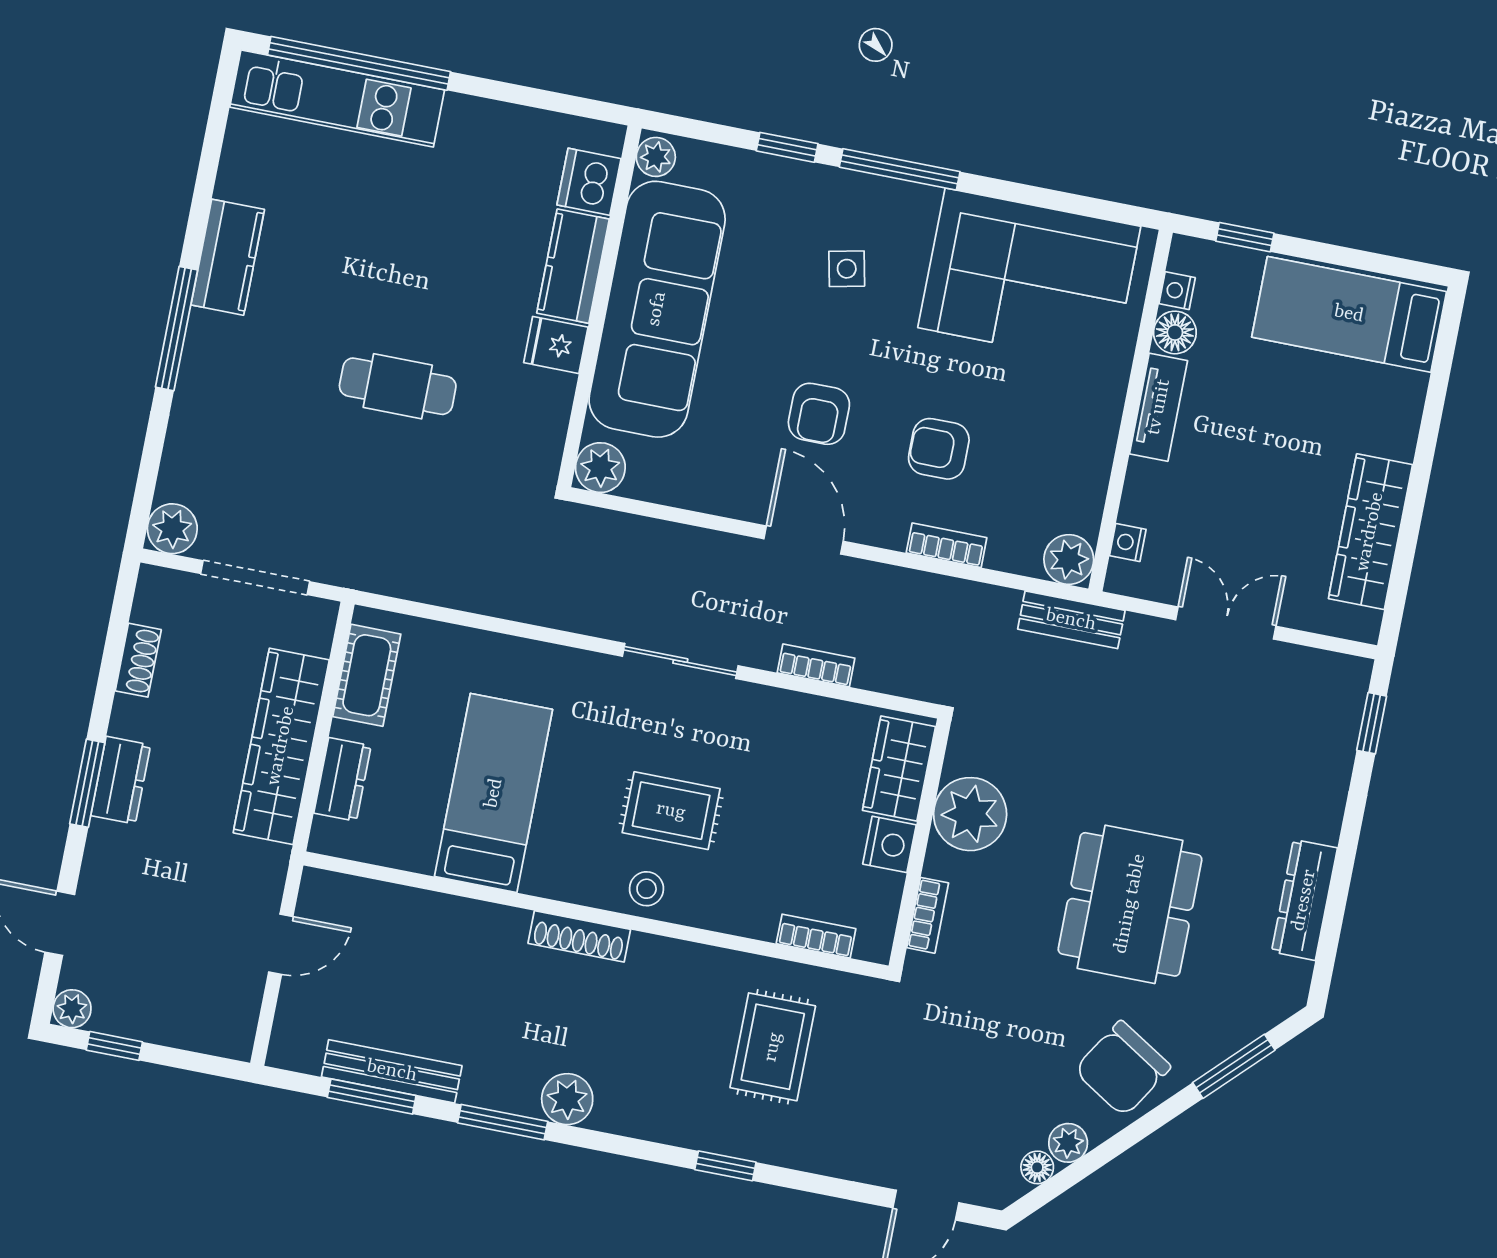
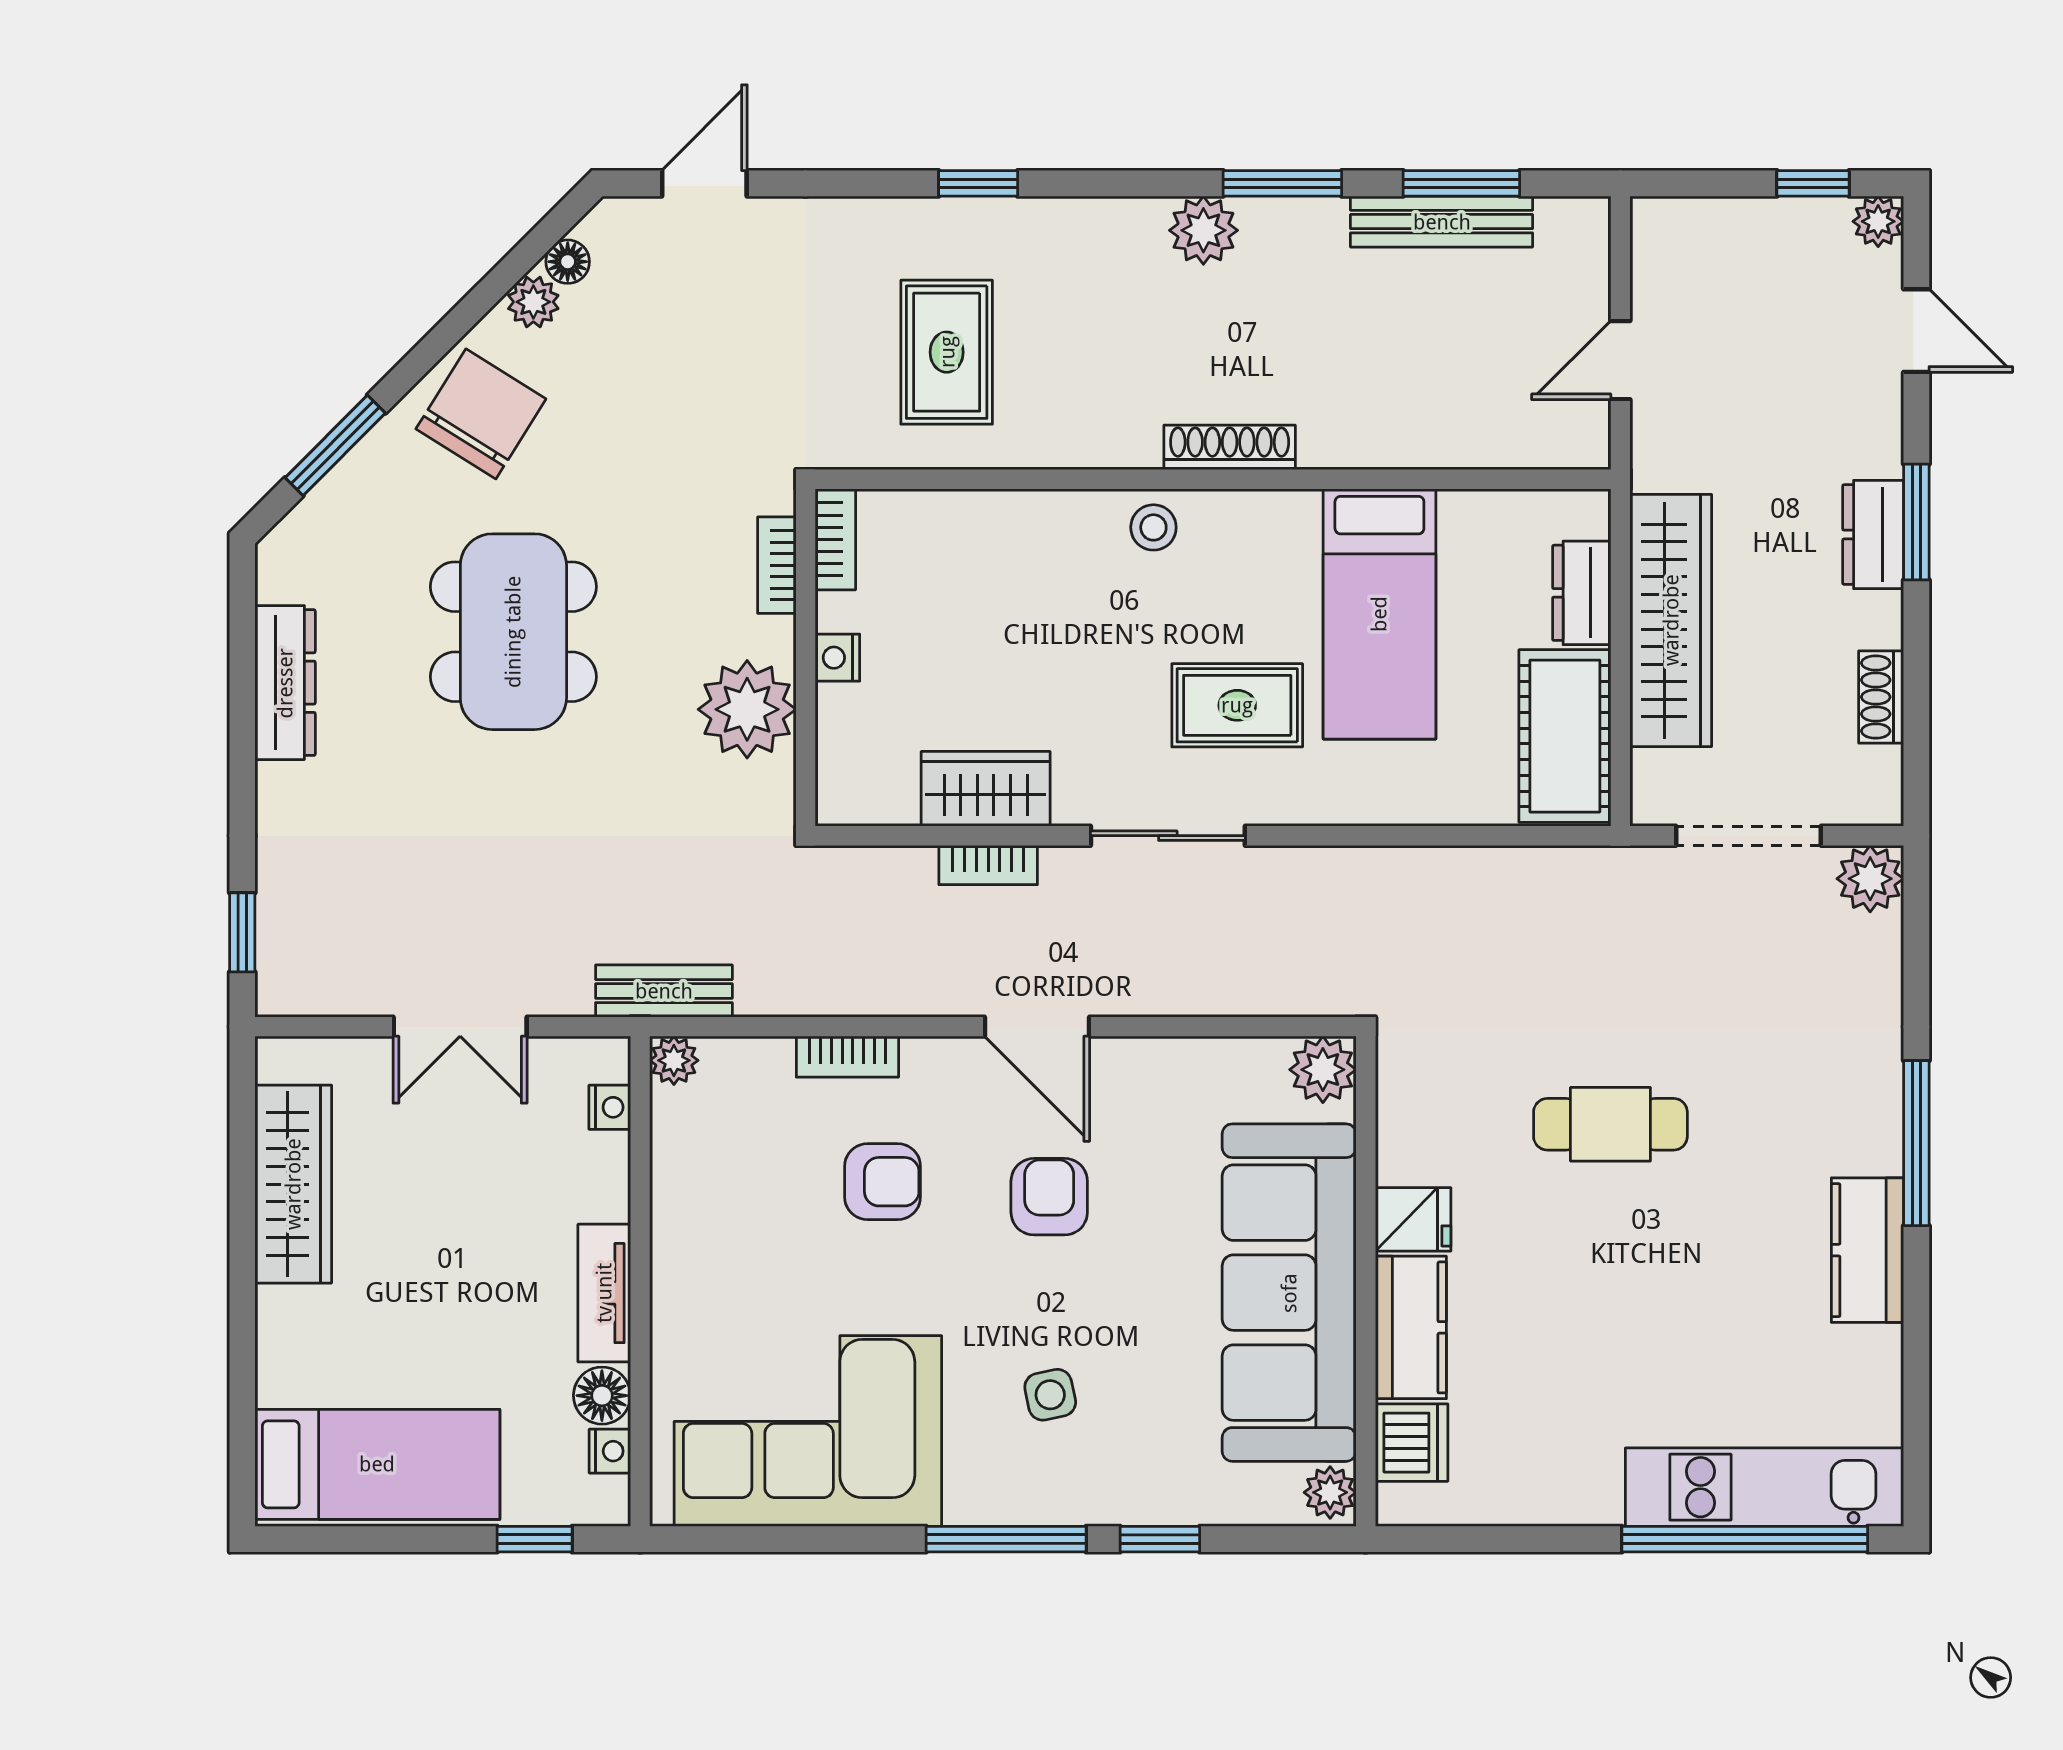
plant: (1069, 559) -> (674, 1060), width x0.73, depth x0.73
cot: (367, 675) -> (1565, 736), width x1.37, depth x1.34
wardrobe: (899, 769) -> (986, 789), moved, turned -90
rug: (671, 811) -> (1237, 705), moved
nightstand: (889, 844) -> (837, 658), width x0.72, depth x0.74
bookcase: (816, 936) -> (835, 539), moved, turned -90

